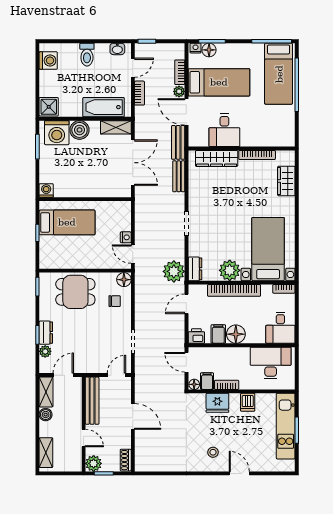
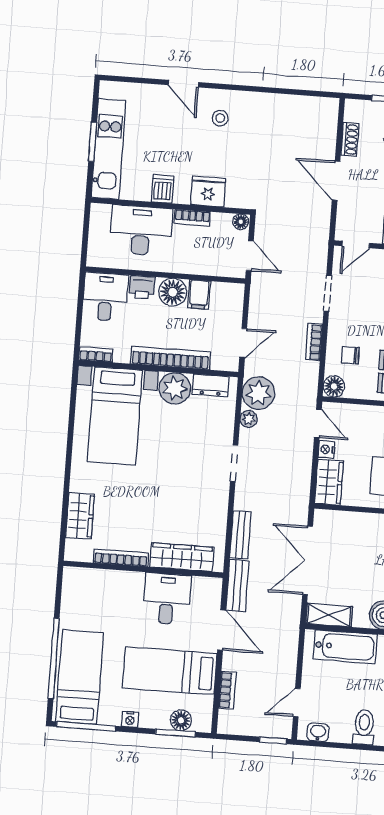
nightstand: (196, 48) -> (130, 719), moved
plant: (179, 91) -> (249, 419), moved
bookcase: (139, 93) -> (314, 342), moved
wardrobe: (122, 216) -> (329, 482), added
dresser: (195, 269) -> (211, 385), moved, turned -90
printer: (196, 336) -> (142, 287), moved
desk: (271, 363) -> (141, 230), moved, turned 180
filing cabinet: (207, 381) -> (221, 225), removed
shoe rack: (126, 460) -> (350, 139), moved

